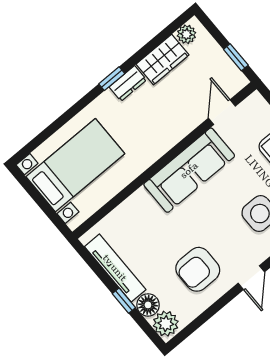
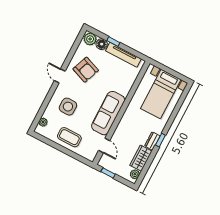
armchair: (198, 269) -> (86, 70), turned 111

